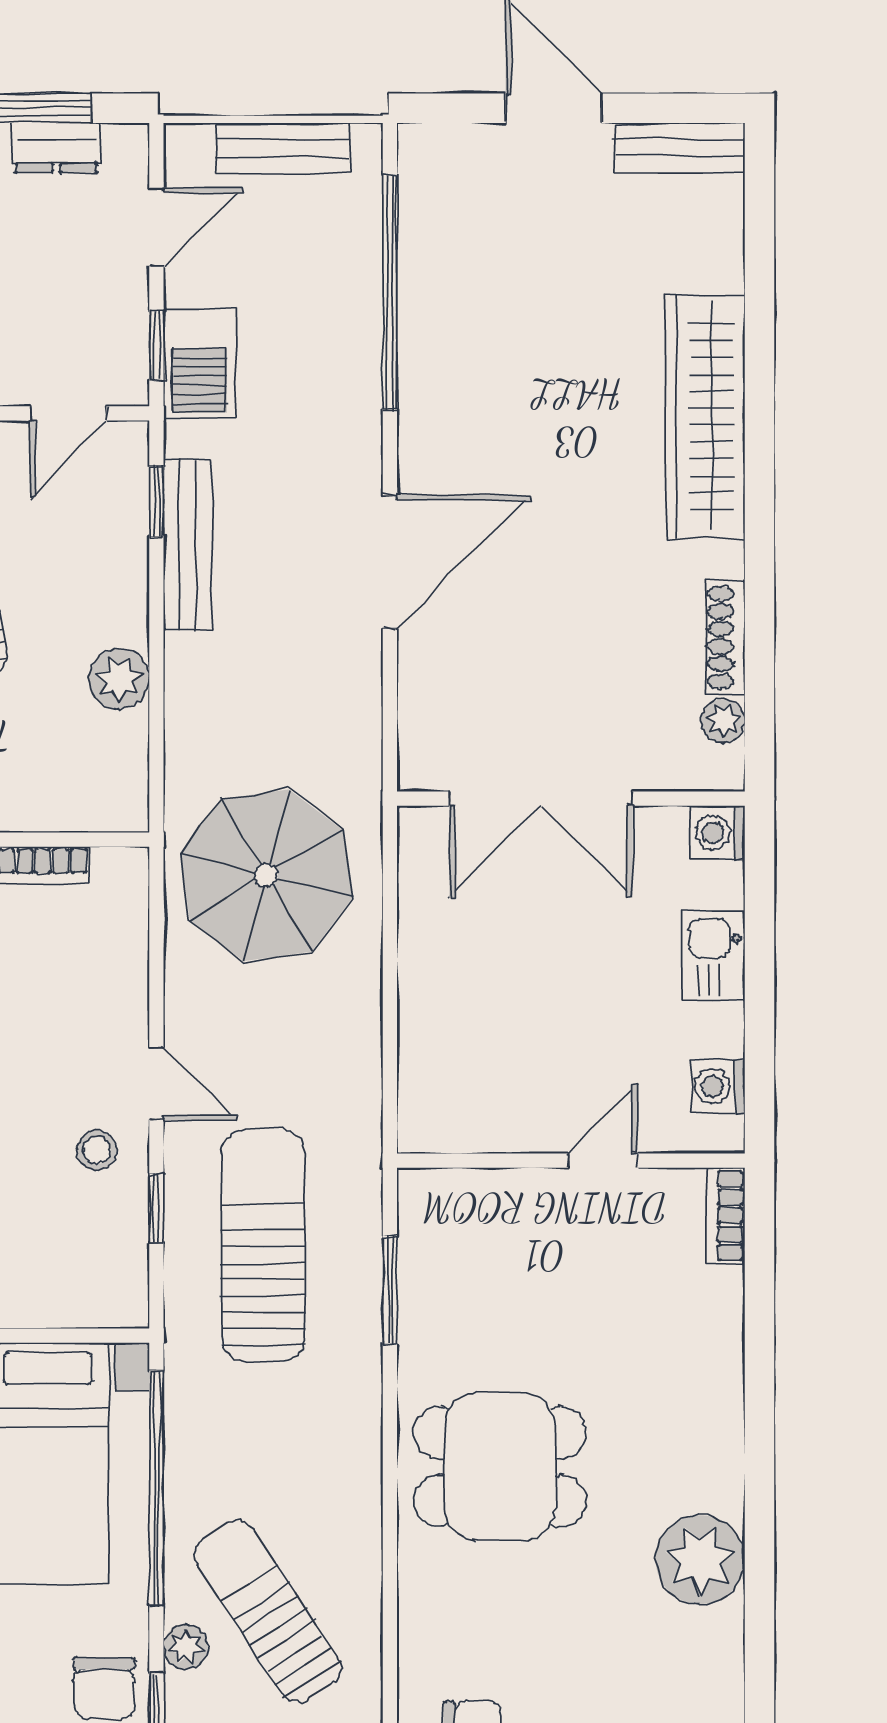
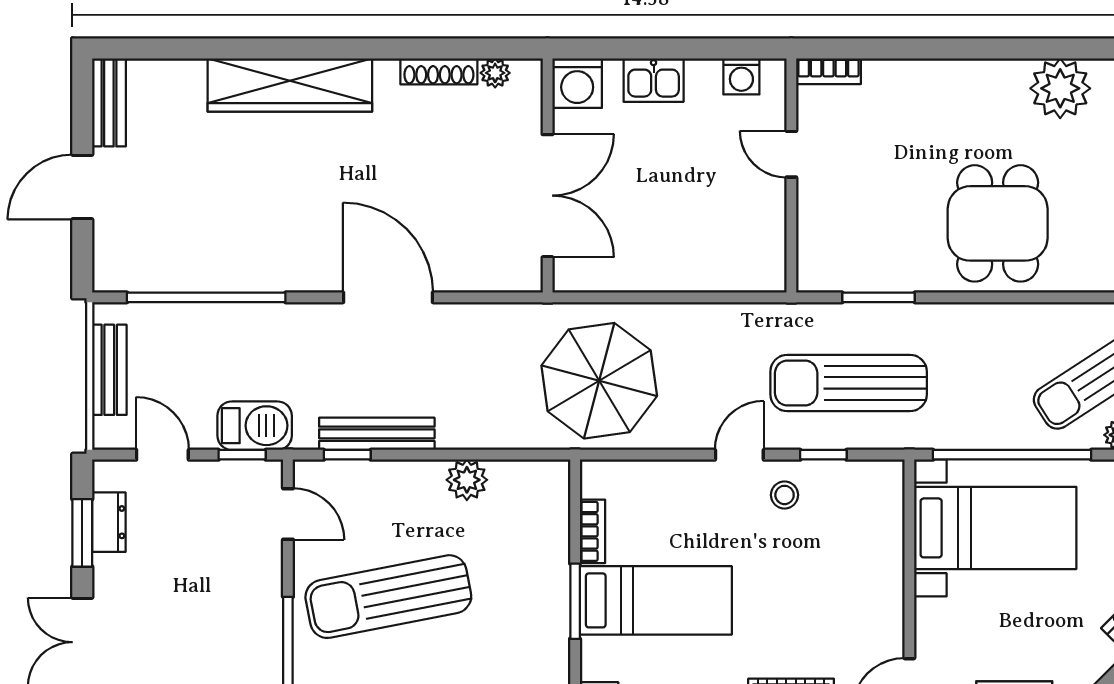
washing machine: (718, 833) -> (577, 83), width x1.38, depth x1.38

